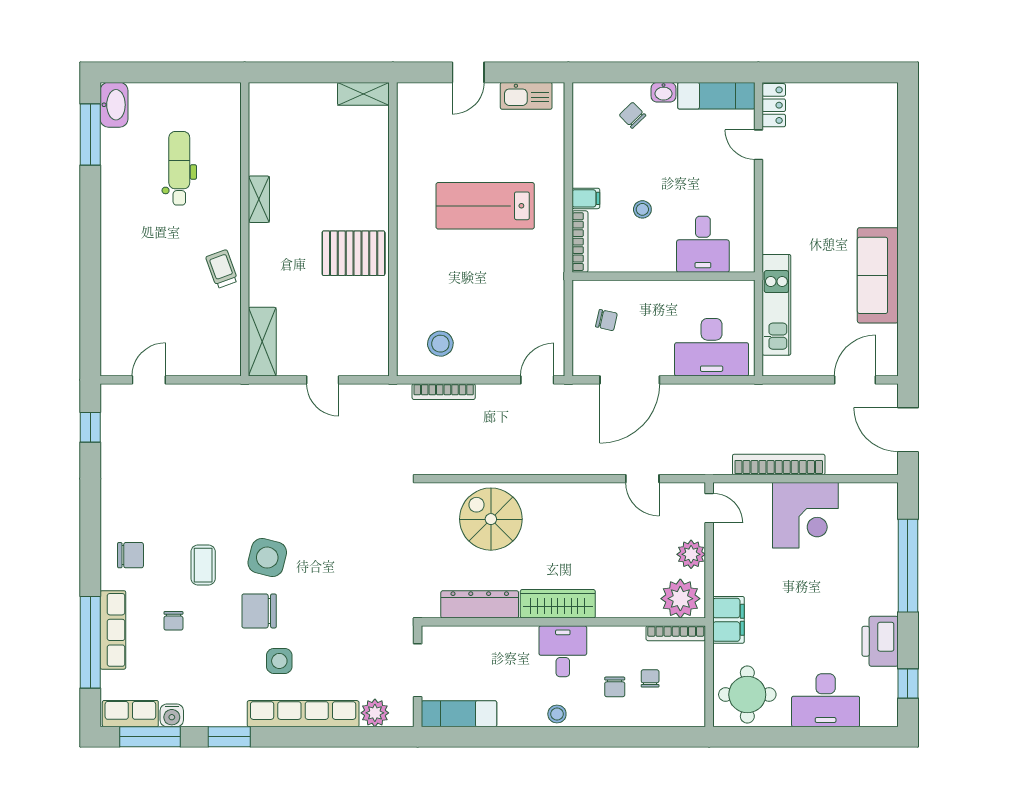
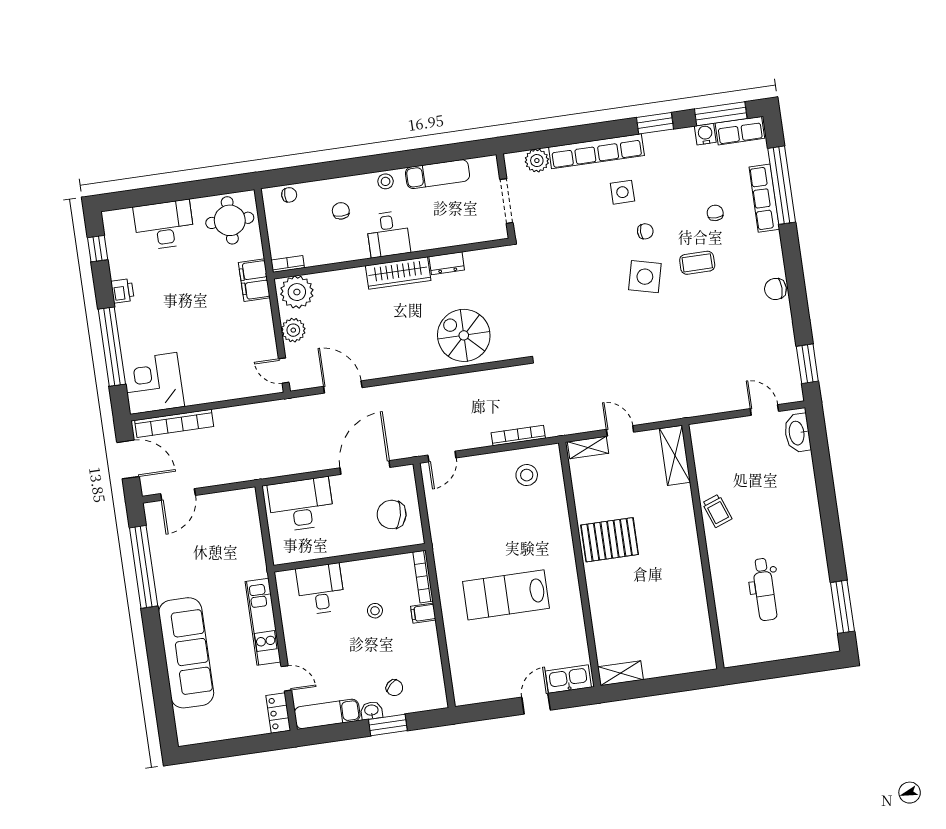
window: (647, 72) -> (388, 725), added
kitchen sink: (526, 96) -> (568, 679), moved
washbasin: (114, 105) -> (797, 433), moved
shelving: (259, 199) -> (588, 447), moved, turned 90
lab bench: (485, 206) -> (506, 595), turned 180
sofa: (878, 275) -> (186, 653), moved, width x1.36, depth x1.27
window: (908, 300) -> (144, 567), added
kitchen unit: (776, 305) -> (263, 622), moved
chair: (606, 320) -> (392, 514), width x1.87, depth x1.87
door: (149, 380) -> (764, 410), swing flipped
window: (90, 427) -> (807, 364), width x1.50
bookcase: (779, 465) -> (174, 423), moved
door: (642, 479) -> (343, 387), width x1.38
corner desk: (805, 515) -> (153, 383), moved
spiral stairs: (491, 519) -> (464, 335), turned 180
chair: (130, 555) -> (775, 289), moved
coffee table: (203, 565) -> (697, 263), turned 90
dresser: (480, 604) -> (447, 263), width x0.51, depth x0.80
chair: (259, 611) -> (645, 231), width x0.54, depth x0.54
bookcase: (676, 633) -> (288, 264), width x0.64
printer: (880, 641) -> (122, 291), width x0.53, depth x0.68
chair: (650, 678) -> (289, 195), moved, turned -90
exam couch: (459, 714) -> (438, 174), moved

